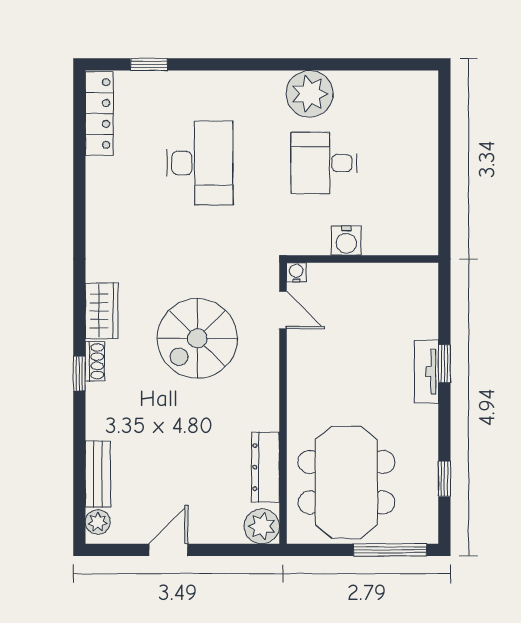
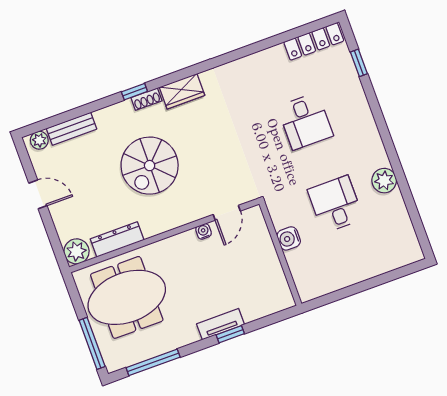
plant: (310, 94) -> (384, 181), width x0.73, depth x0.73
desk: (200, 163) -> (305, 121), width x0.73
water cooler: (296, 272) -> (204, 231), moved, turned -90
spiral stairs: (197, 338) -> (150, 166), moved, turned -90
window: (444, 479) -> (153, 362), width x2.17

